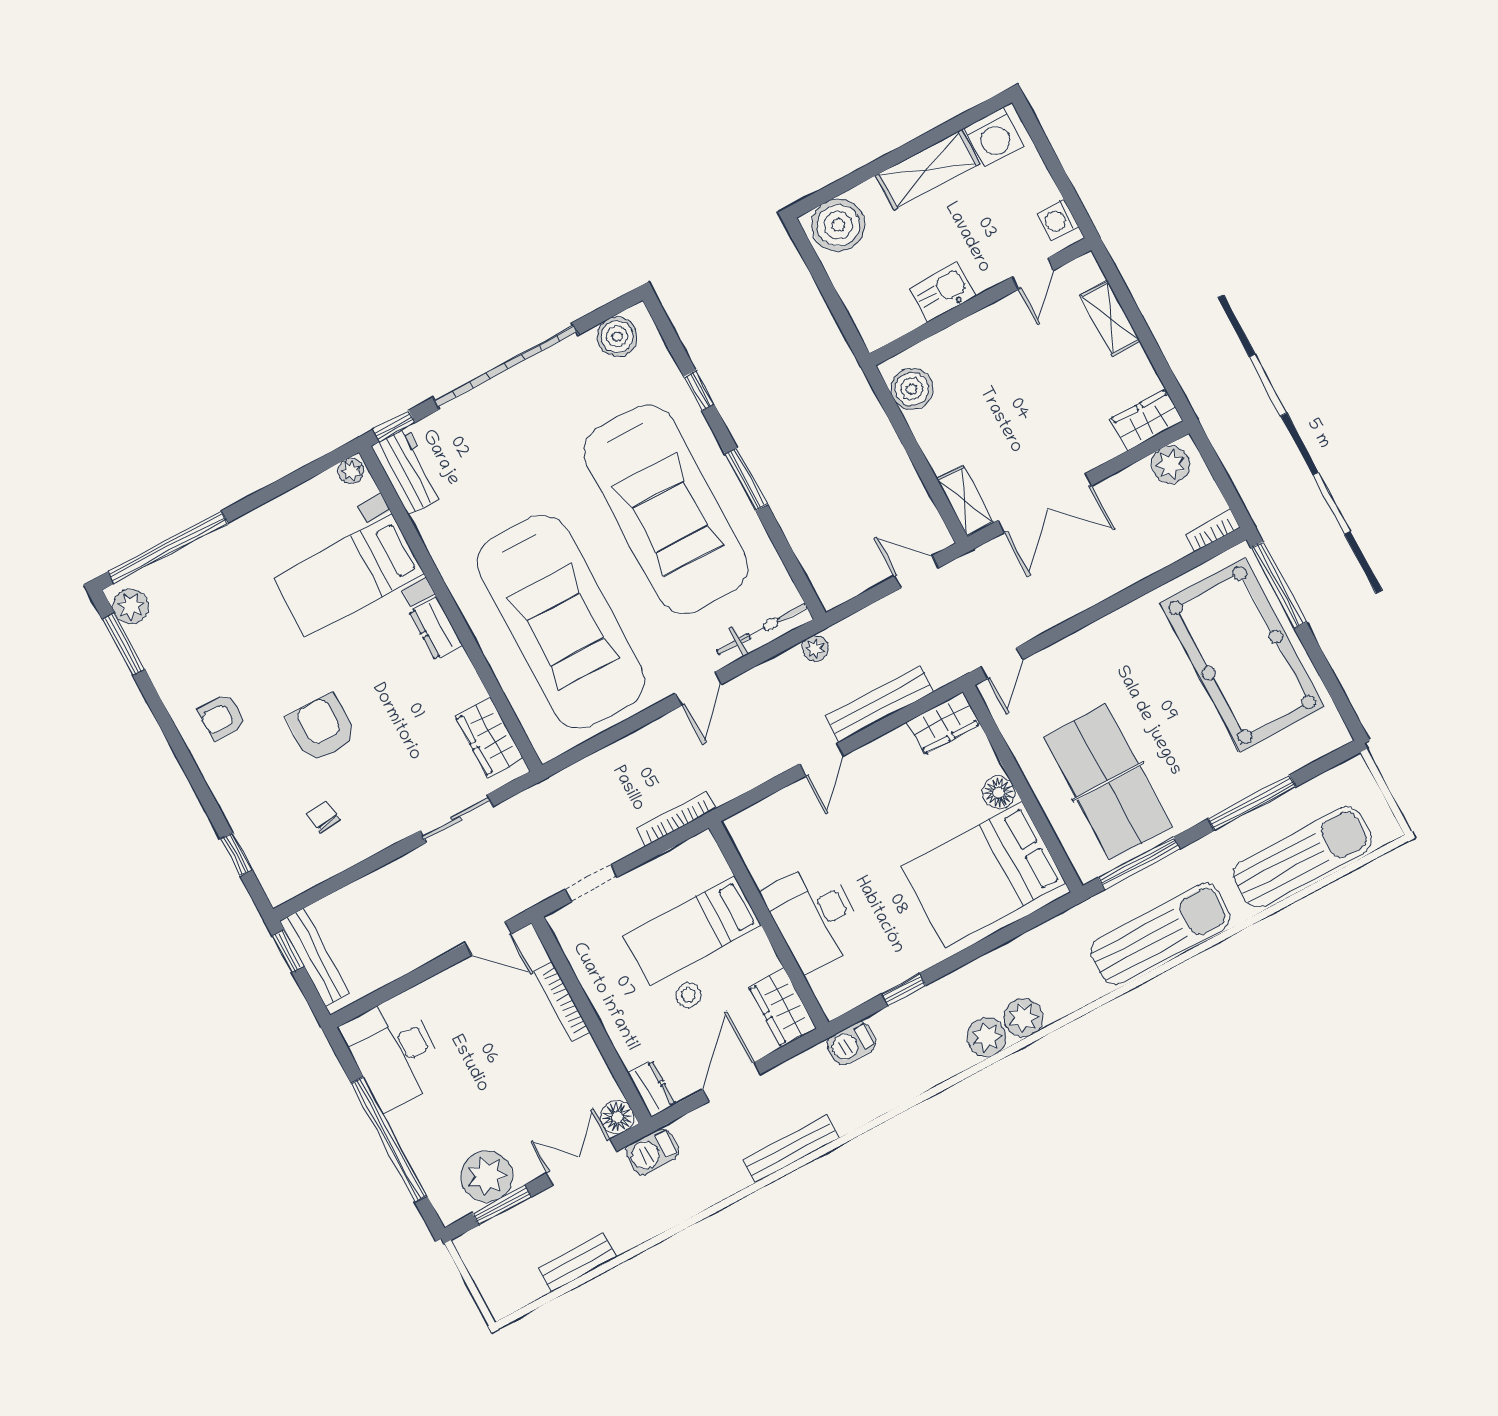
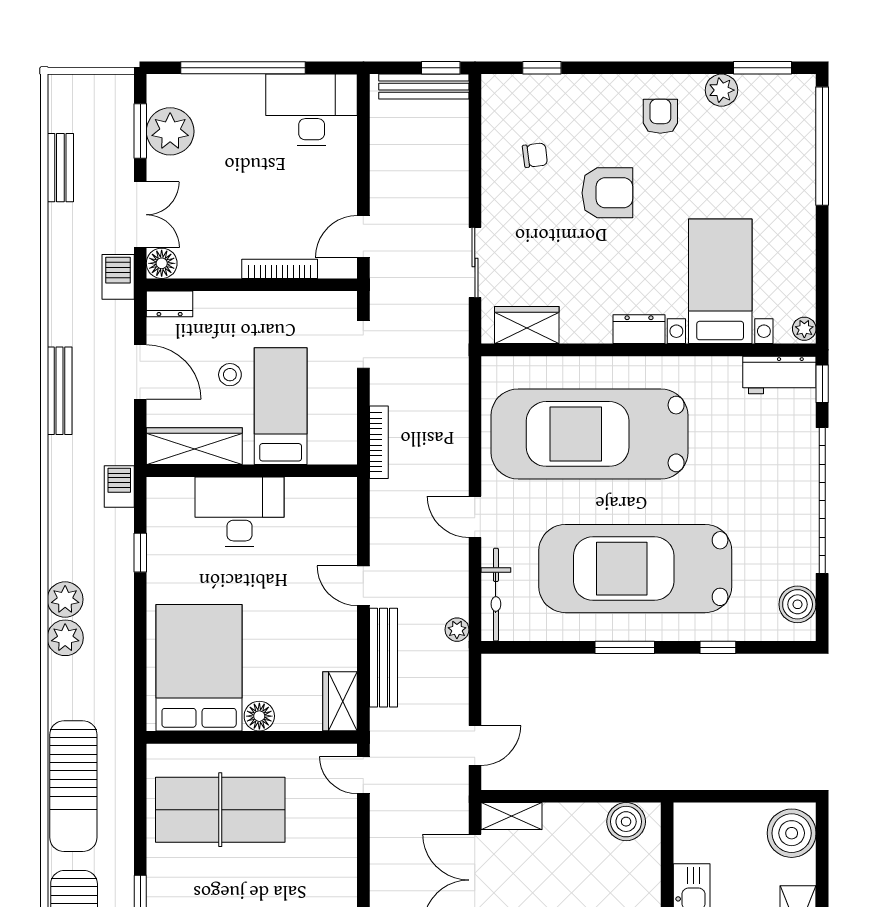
plant: (131, 606) -> (722, 90), moved
window: (1139, 863) -> (140, 800), removed
wardrobe: (783, 1008) -> (194, 446), width x1.50

